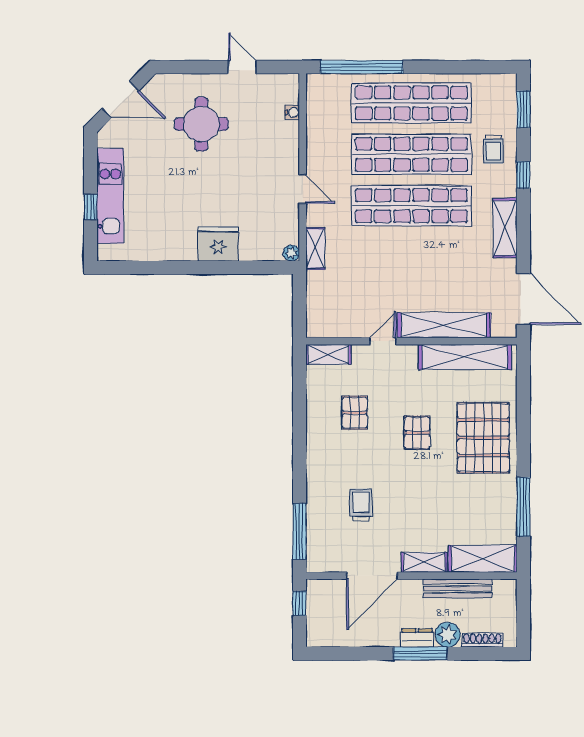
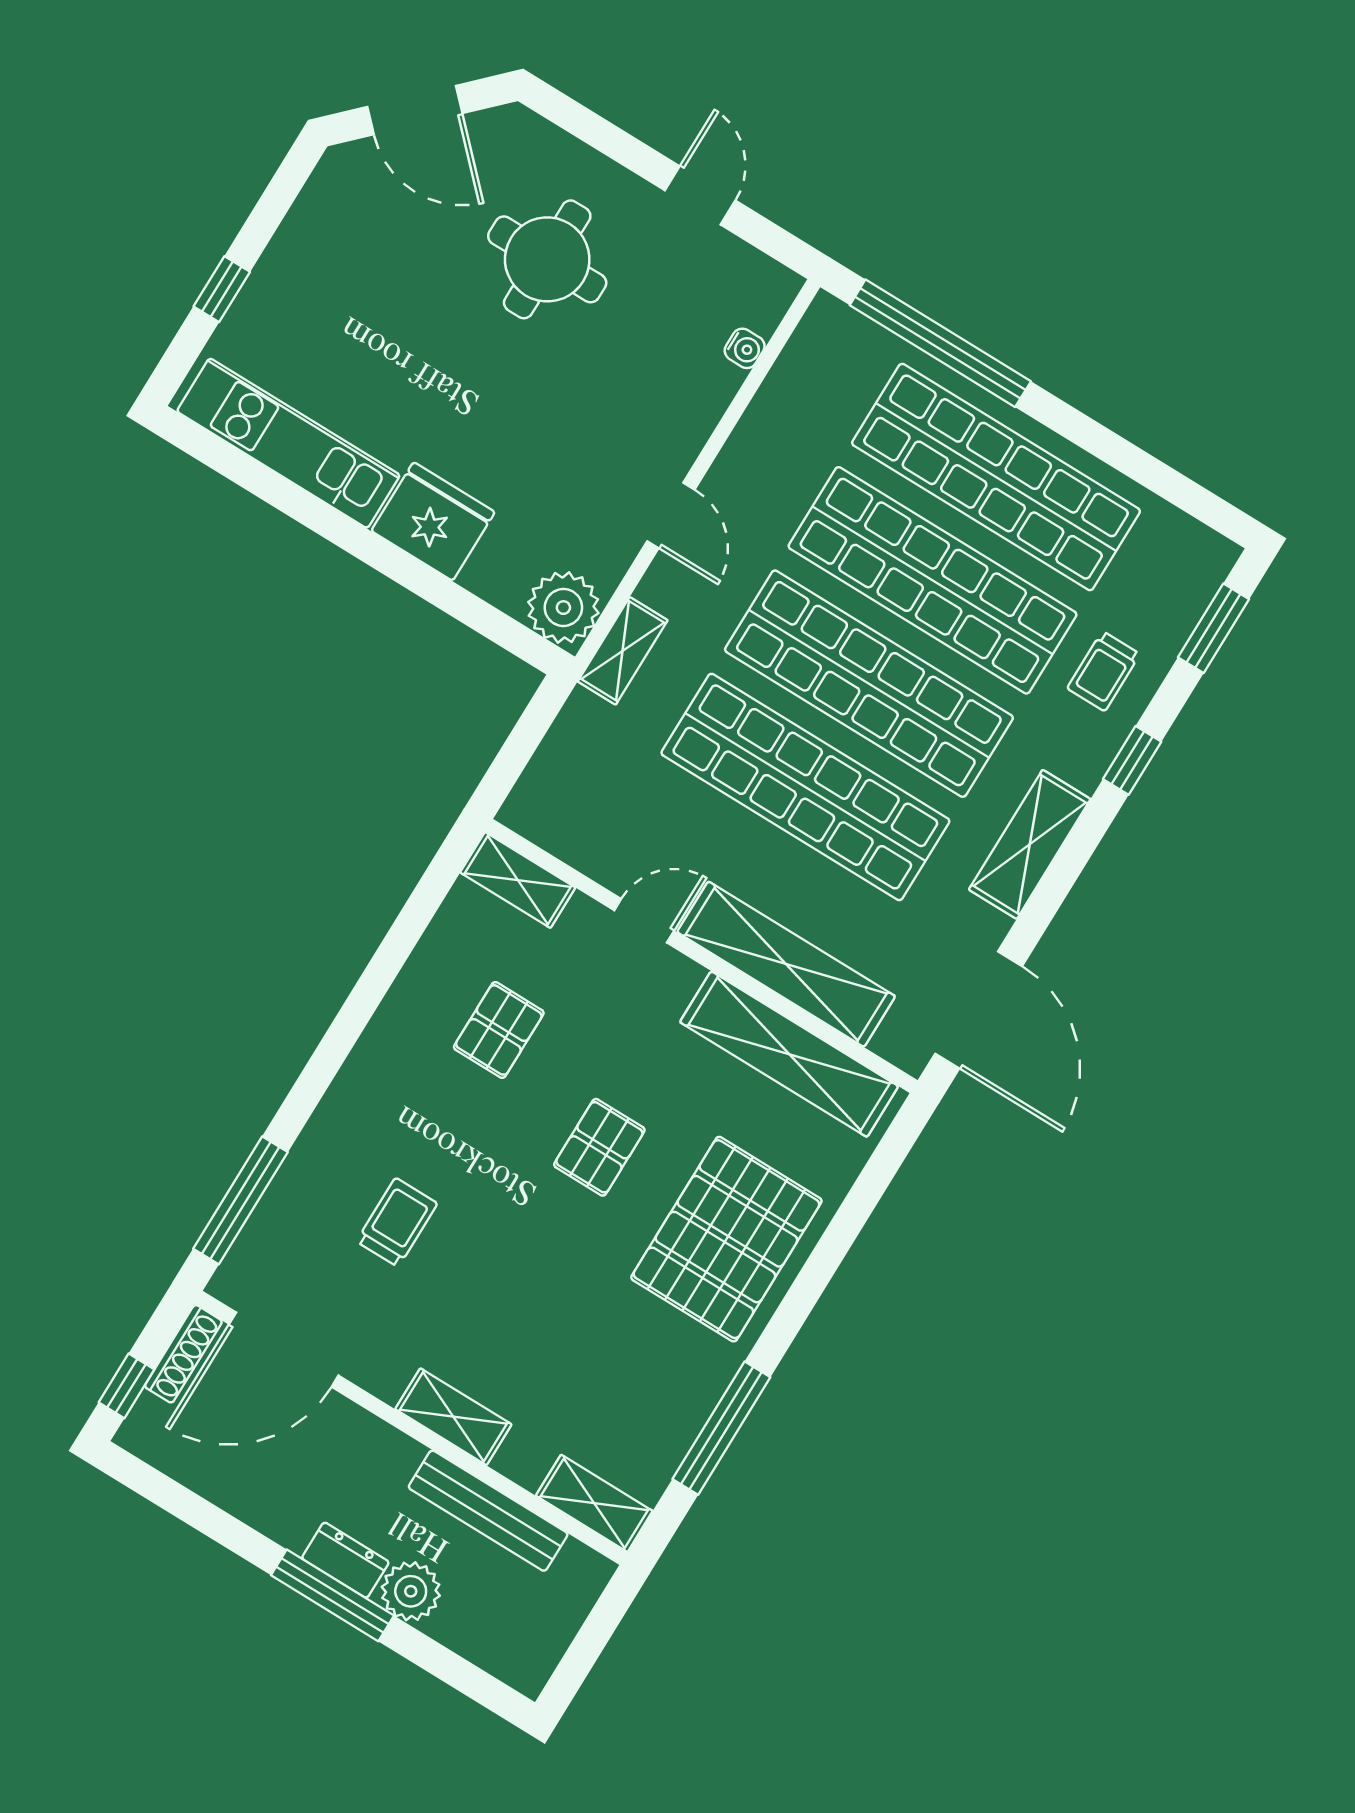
kitchen unit: (110, 196) -> (288, 443), moved, turned -90
plant: (291, 253) -> (563, 608), width x1.88, depth x1.88
shop shelf: (411, 257) -> (805, 787), added
shelving: (483, 559) -> (594, 1503), width x0.67, depth x0.75
door: (372, 576) -> (284, 1350), moved
window: (299, 603) -> (126, 1386), moved
shoe rack: (482, 640) -> (183, 1354), moved, turned 90

